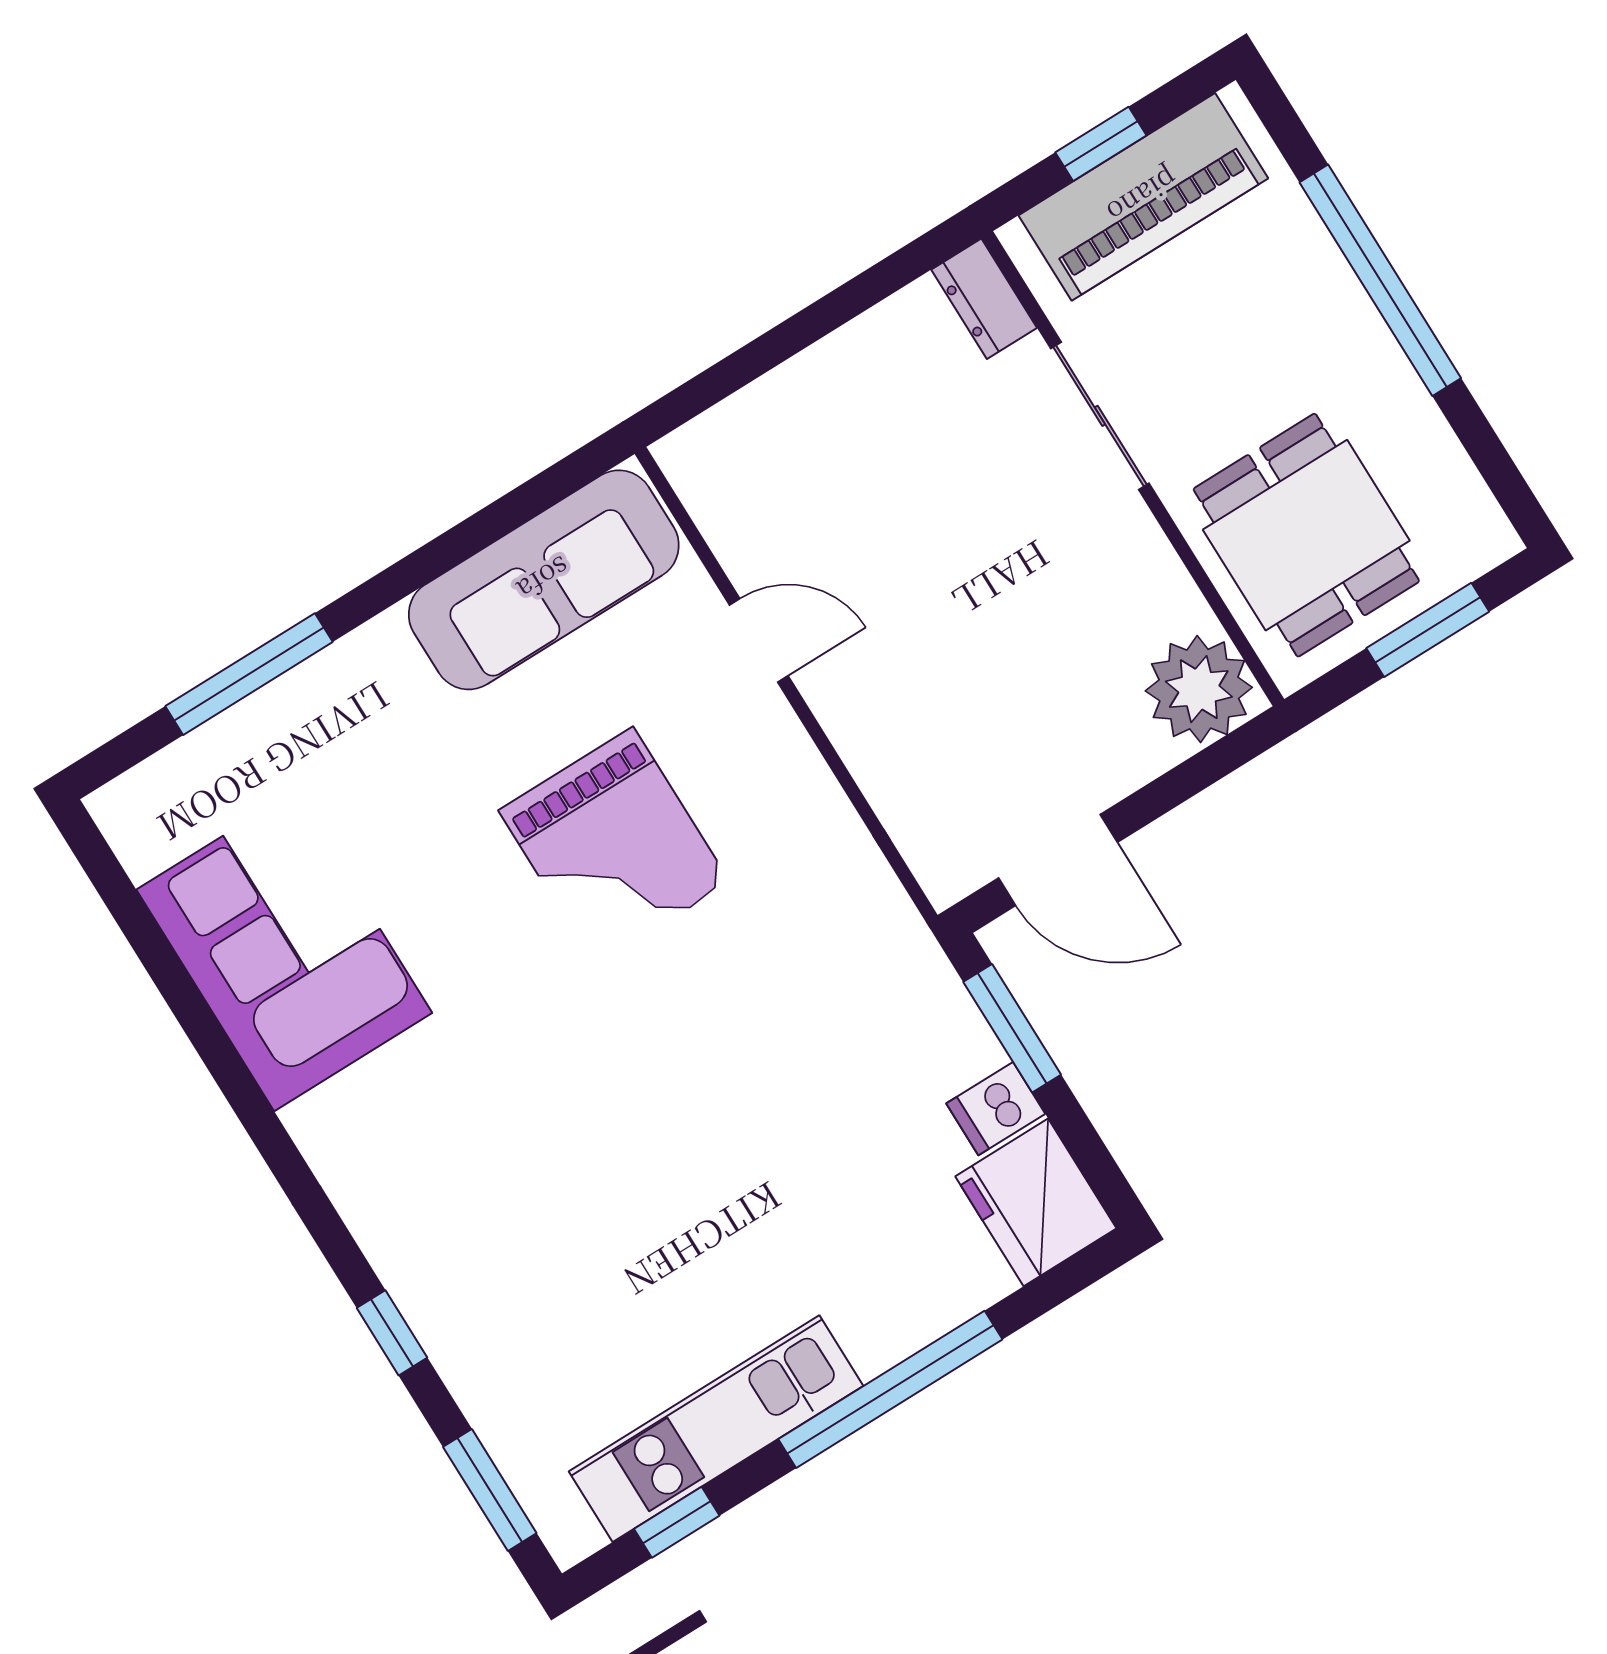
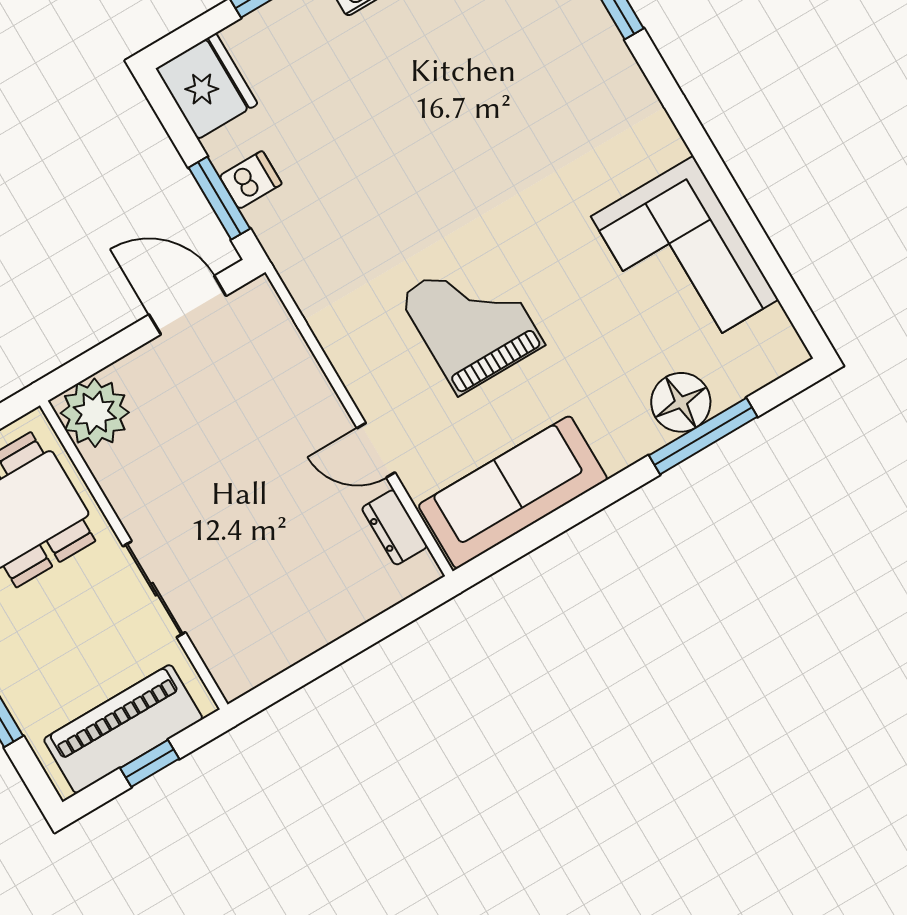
dresser: (984, 299) -> (395, 527), moved, turned 180
floor lamp: (285, 726) -> (681, 402), added
dishwasher: (996, 1109) -> (251, 180), moved

